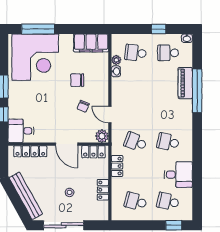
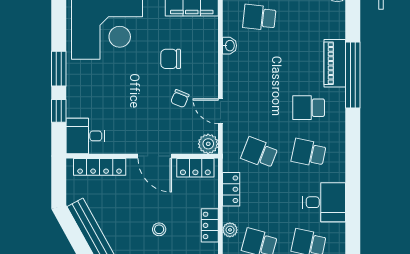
school desk: (168, 53) -> (309, 108), moved
plant: (116, 60) -> (230, 230), moved

